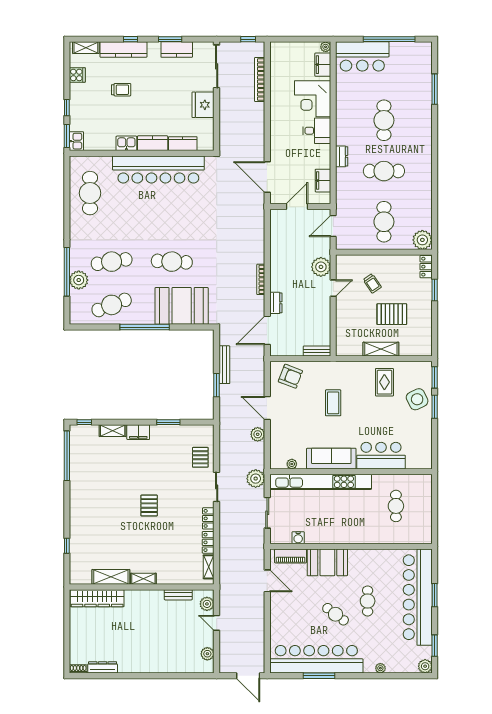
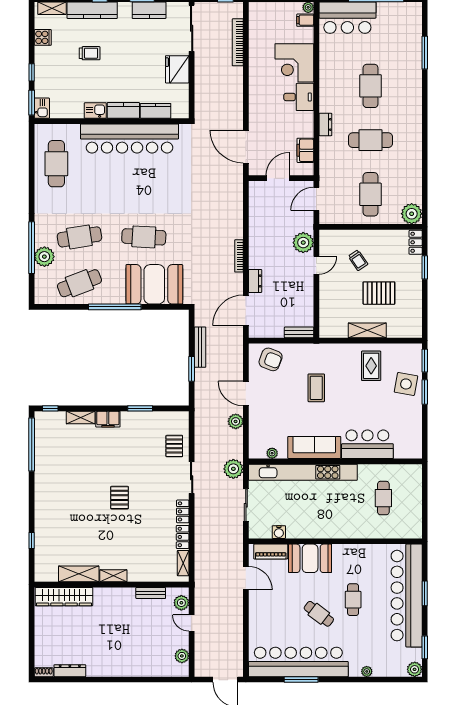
filing cabinet: (323, 65) -> (305, 20), width x0.50
side table: (417, 399) -> (406, 384), turned 36

